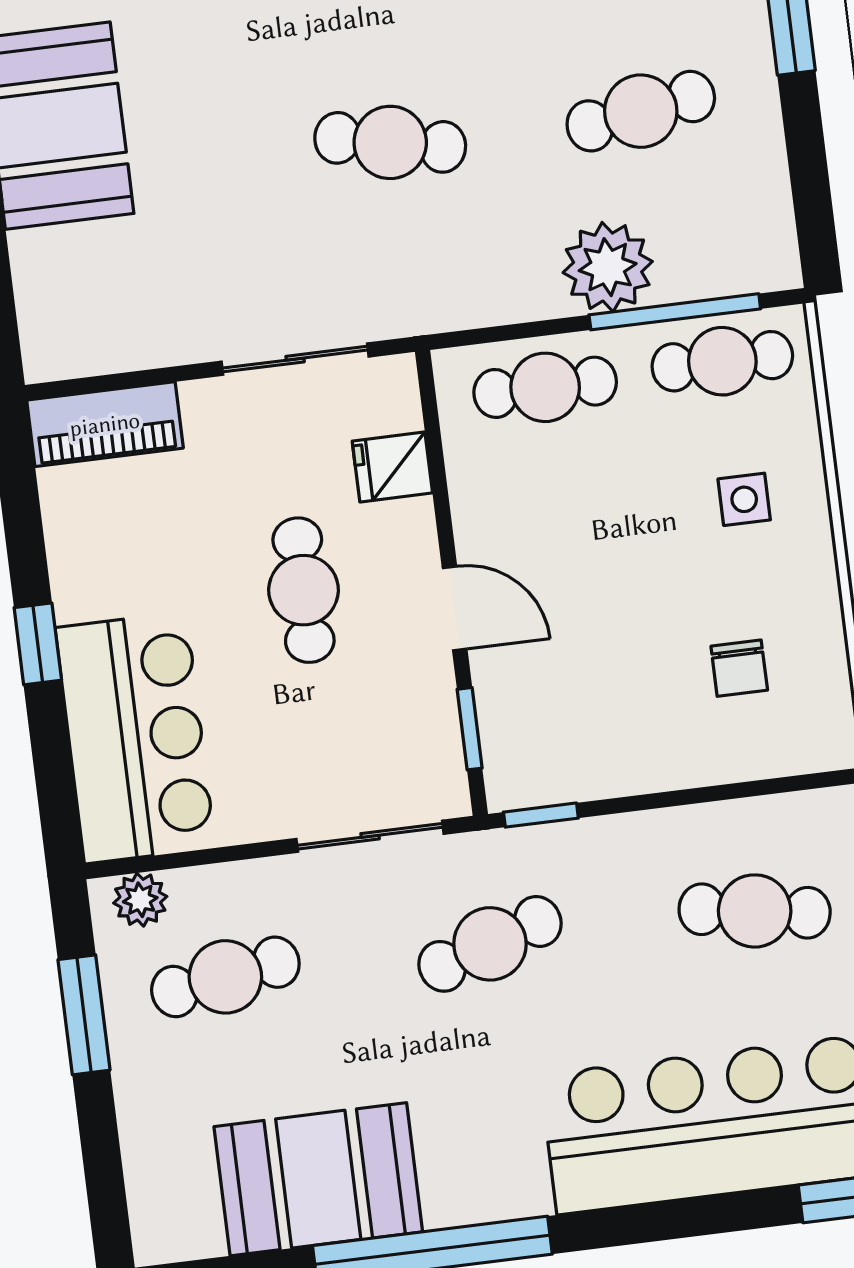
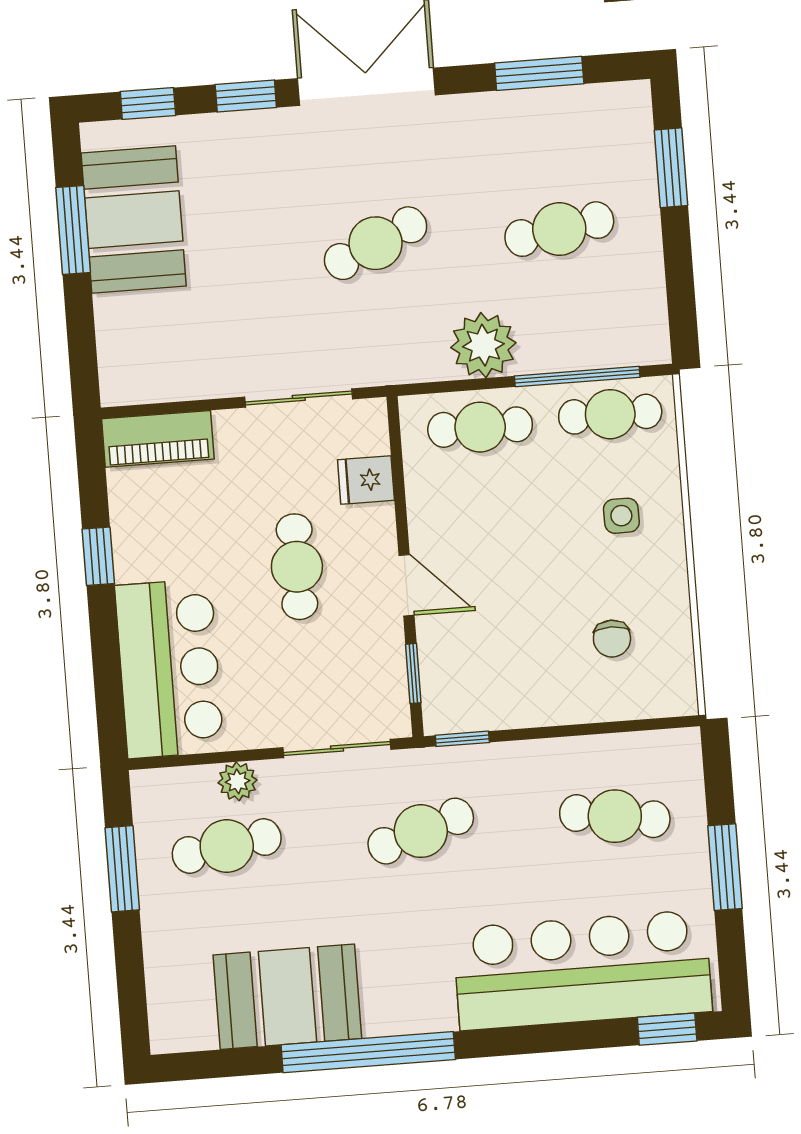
cafe table: (390, 142) -> (376, 243), turned -36
plant: (608, 267) -> (483, 345), moved
window: (38, 644) -> (98, 556), moved
plant: (140, 900) -> (238, 781), moved

